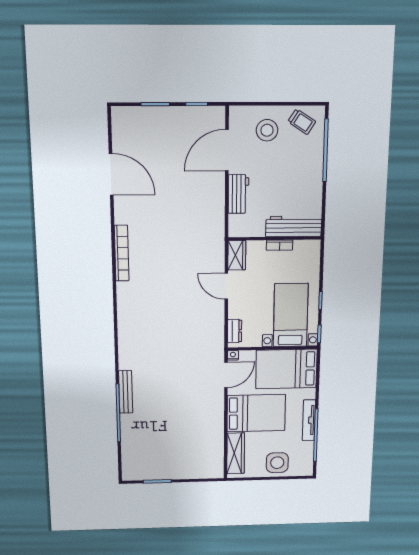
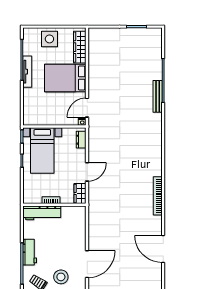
workbench: (238, 194) -> (30, 252), moved, turned 180
door: (226, 286) -> (87, 172), hinge flipped
bed: (286, 369) -> (44, 111), removed

